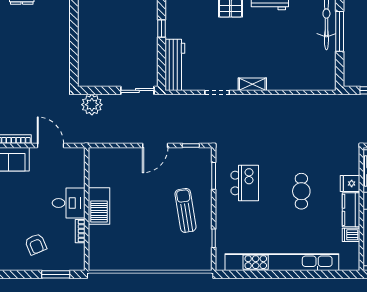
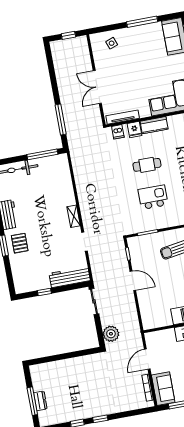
window: (340, 31) -> (42, 154), moved
kitchen island: (245, 183) -> (153, 197), moved
dishwasher: (351, 235) -> (118, 132), moved

